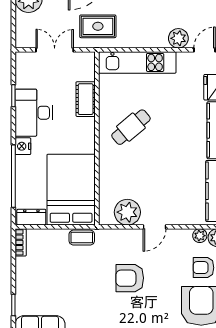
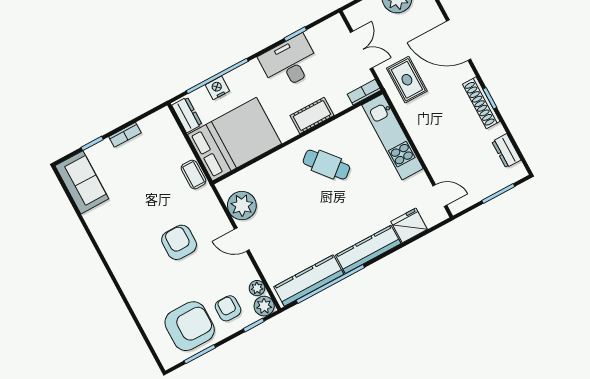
plant: (178, 38) -> (437, 164), removed
bookcase: (89, 66) -> (364, 92), added
cot: (86, 99) -> (312, 115), moved
nightstand: (23, 146) -> (217, 88), moved
bookcase: (21, 242) -> (125, 135), moved

